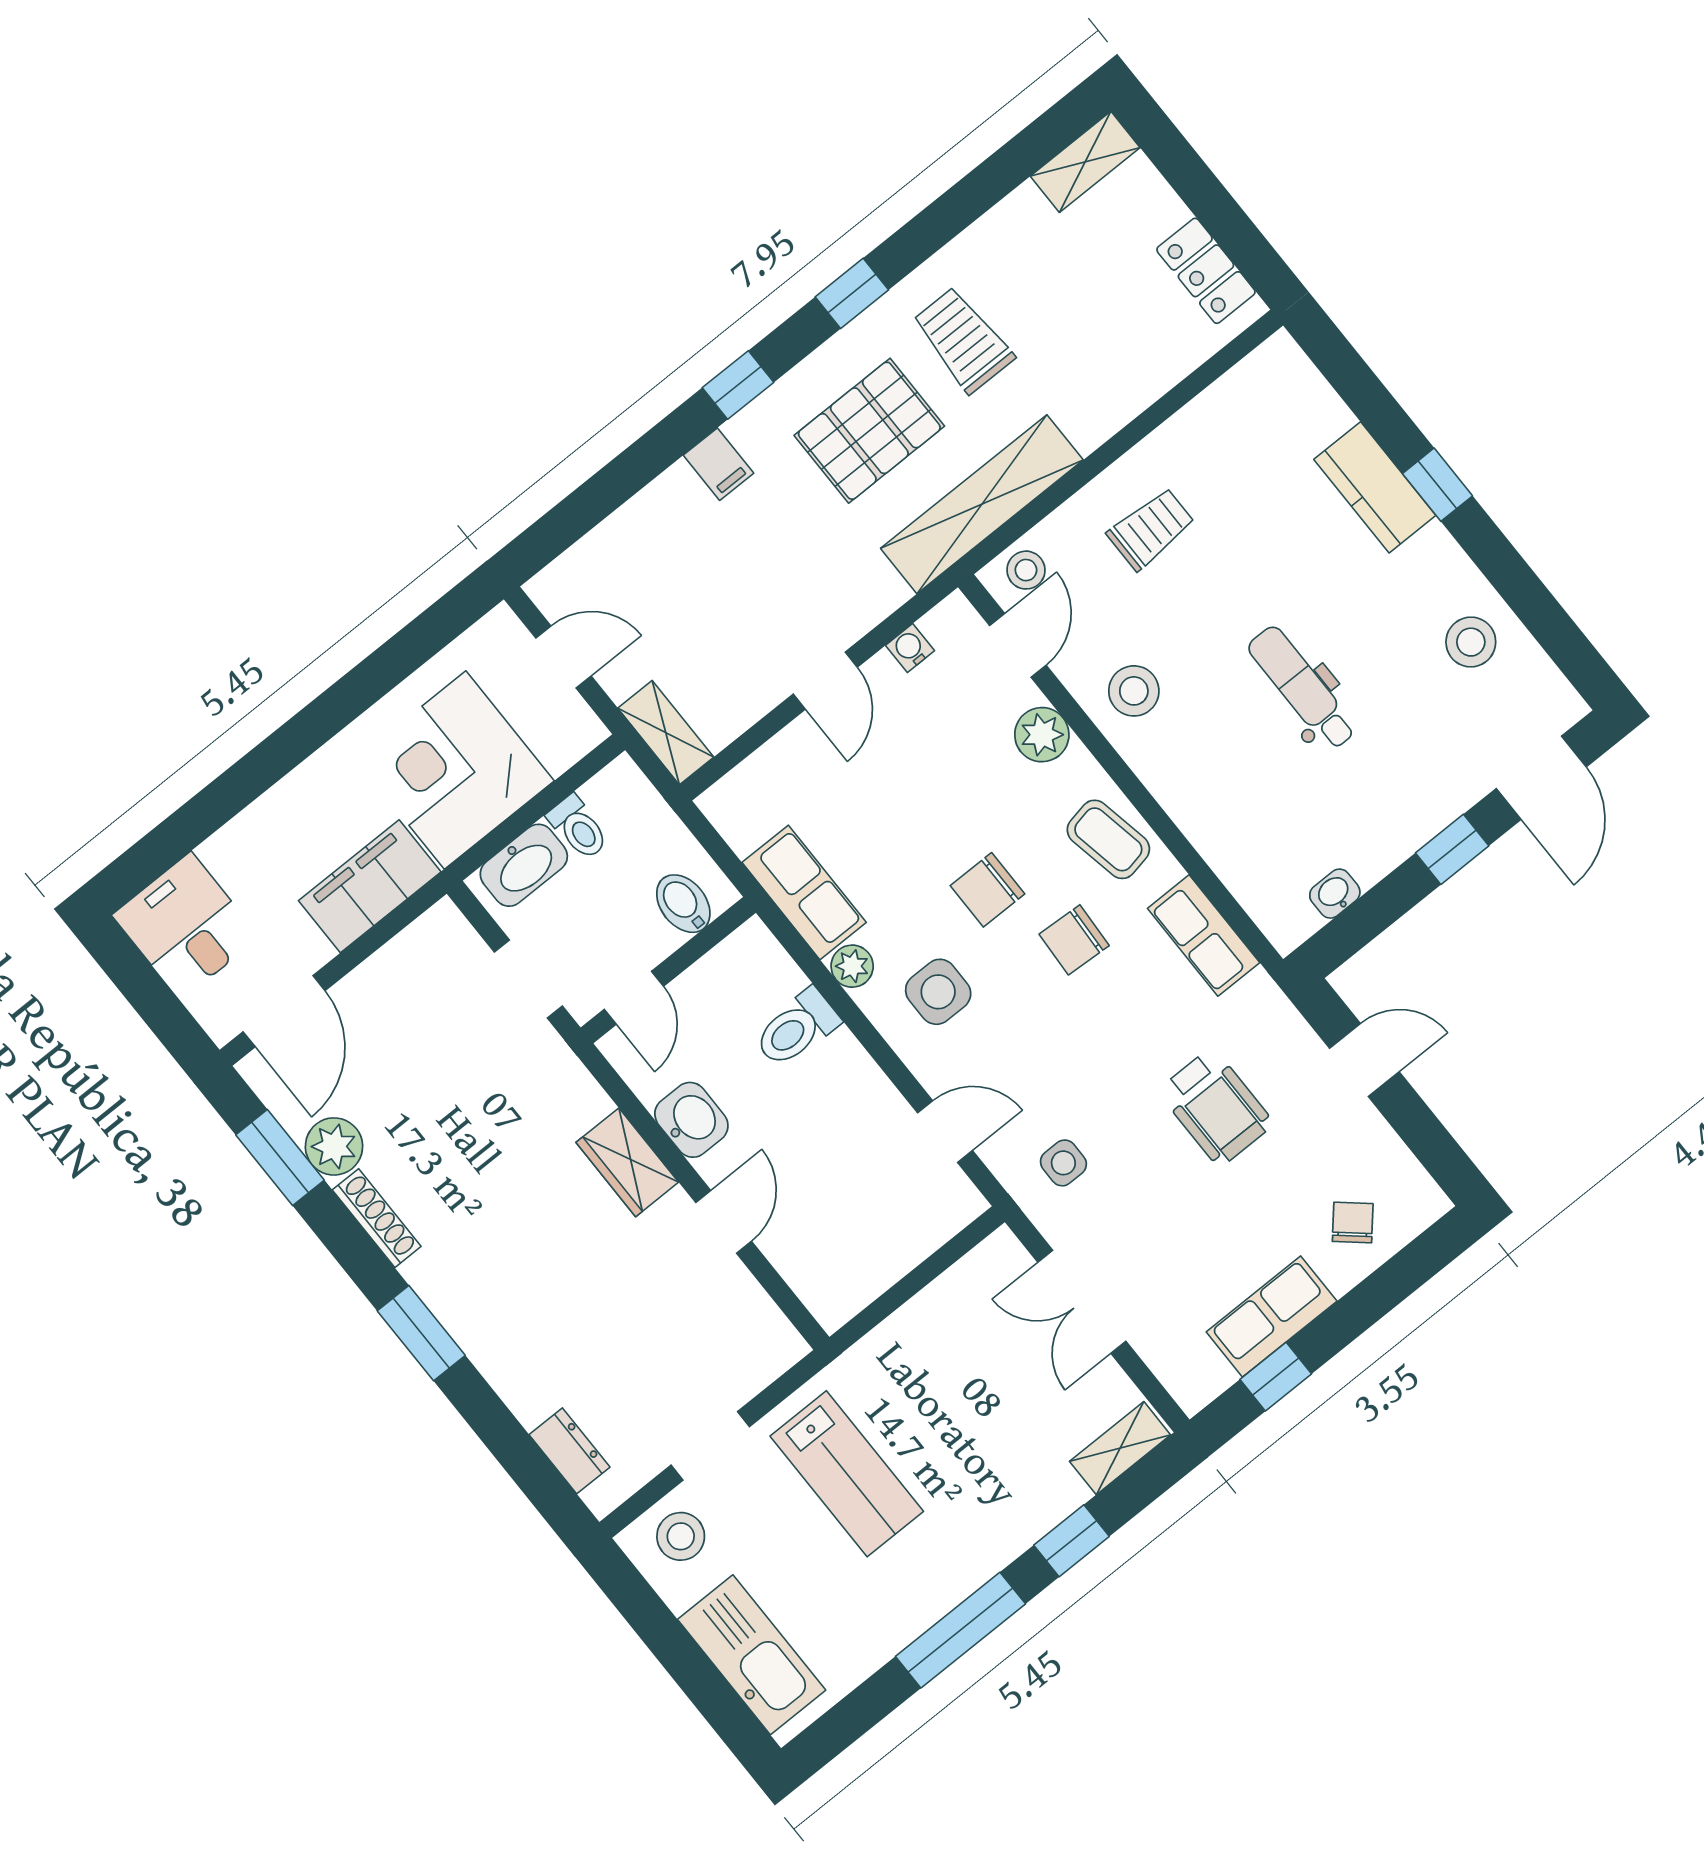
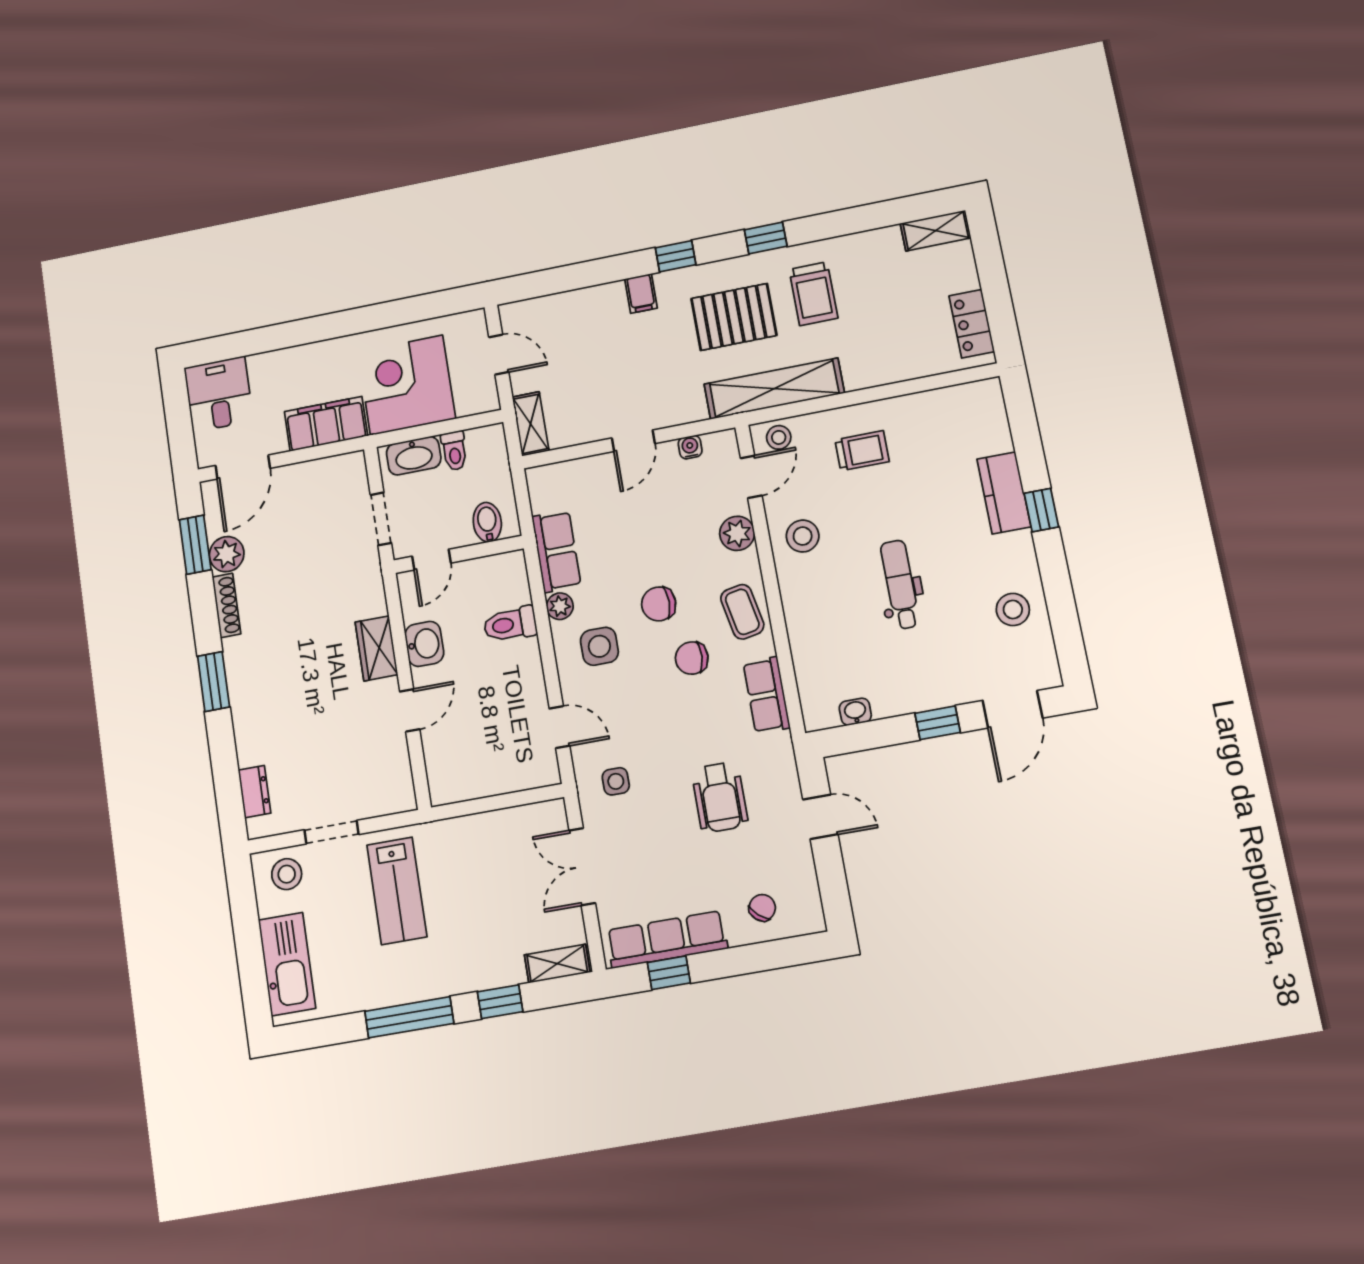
trolley: (963, 340) -> (813, 294), turned 180
row of seats: (1272, 1317) -> (667, 939), width x1.48

